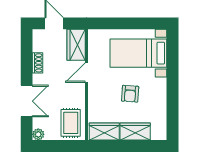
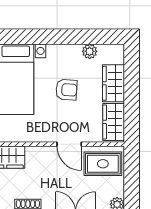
door: (86, 73) -> (69, 144), moved
plant: (161, 112) -> (90, 51), added

